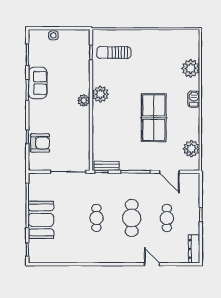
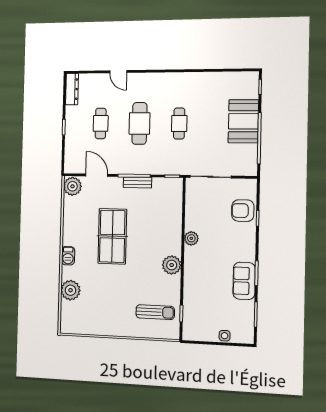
plant: (84, 100) -> (191, 238), moved
plant: (191, 149) -> (72, 186), moved
bench: (107, 166) -> (138, 182), moved

